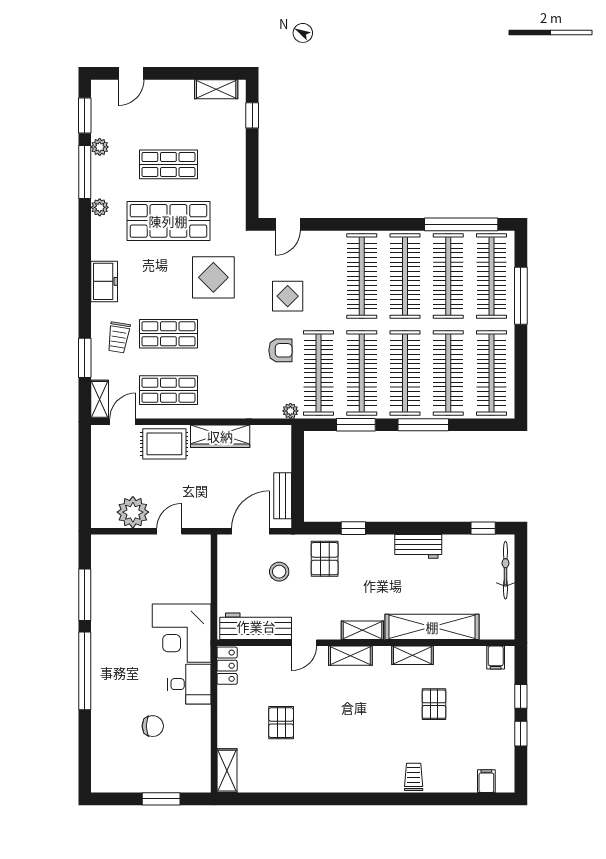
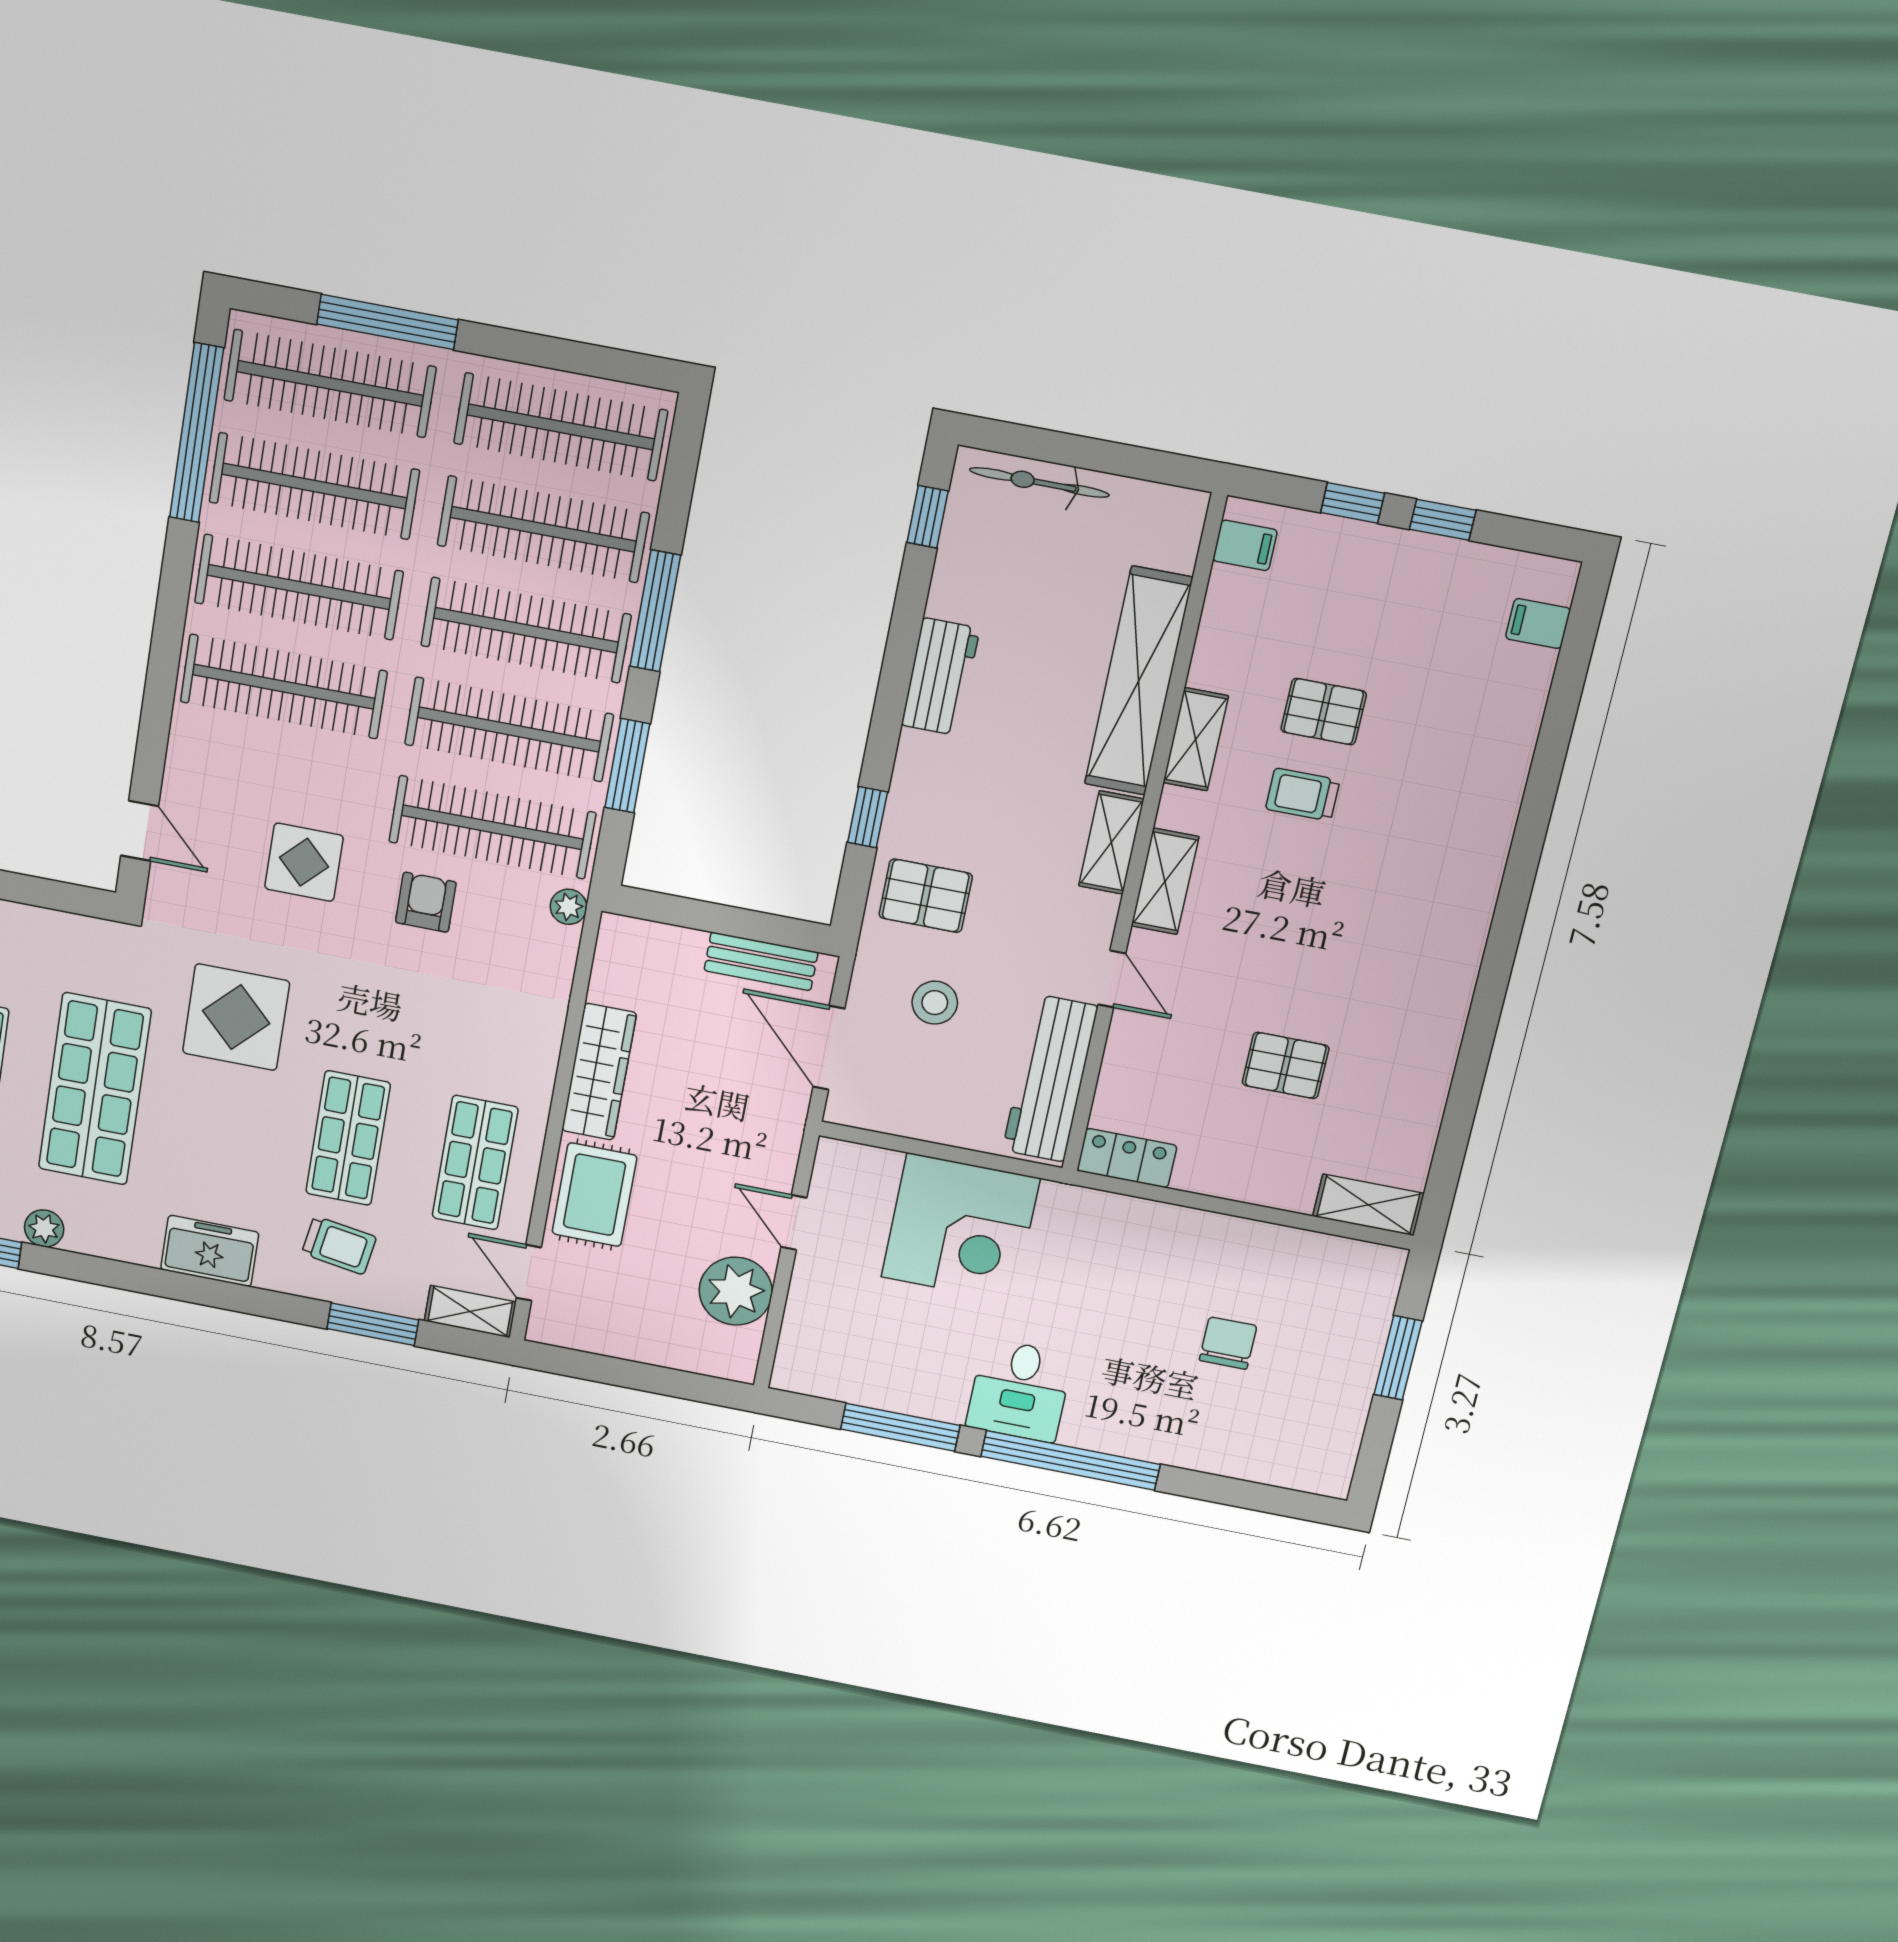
corner desk: (182, 633) -> (960, 1228), moved
desk: (189, 684) -> (1019, 1390), moved, turned 180
trolley: (414, 777) -> (1303, 795), moved

